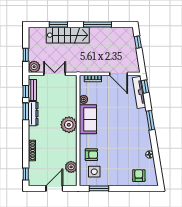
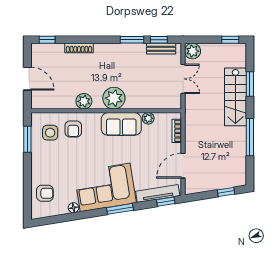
window: (26, 55) -> (230, 40), moved
dresser: (33, 114) -> (129, 50), removed
corner sofa: (134, 131) -> (105, 187), added
plant: (71, 167) -> (84, 101), moved

